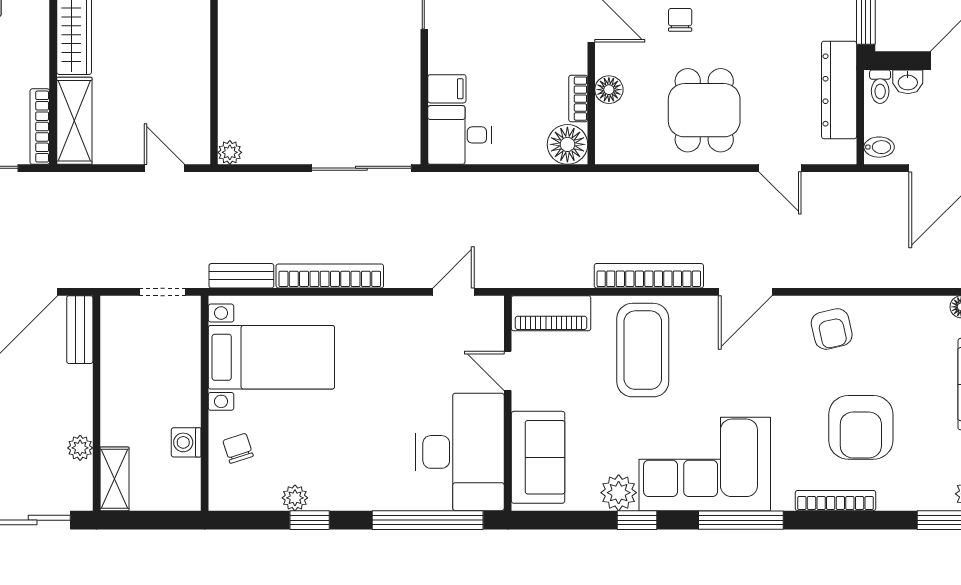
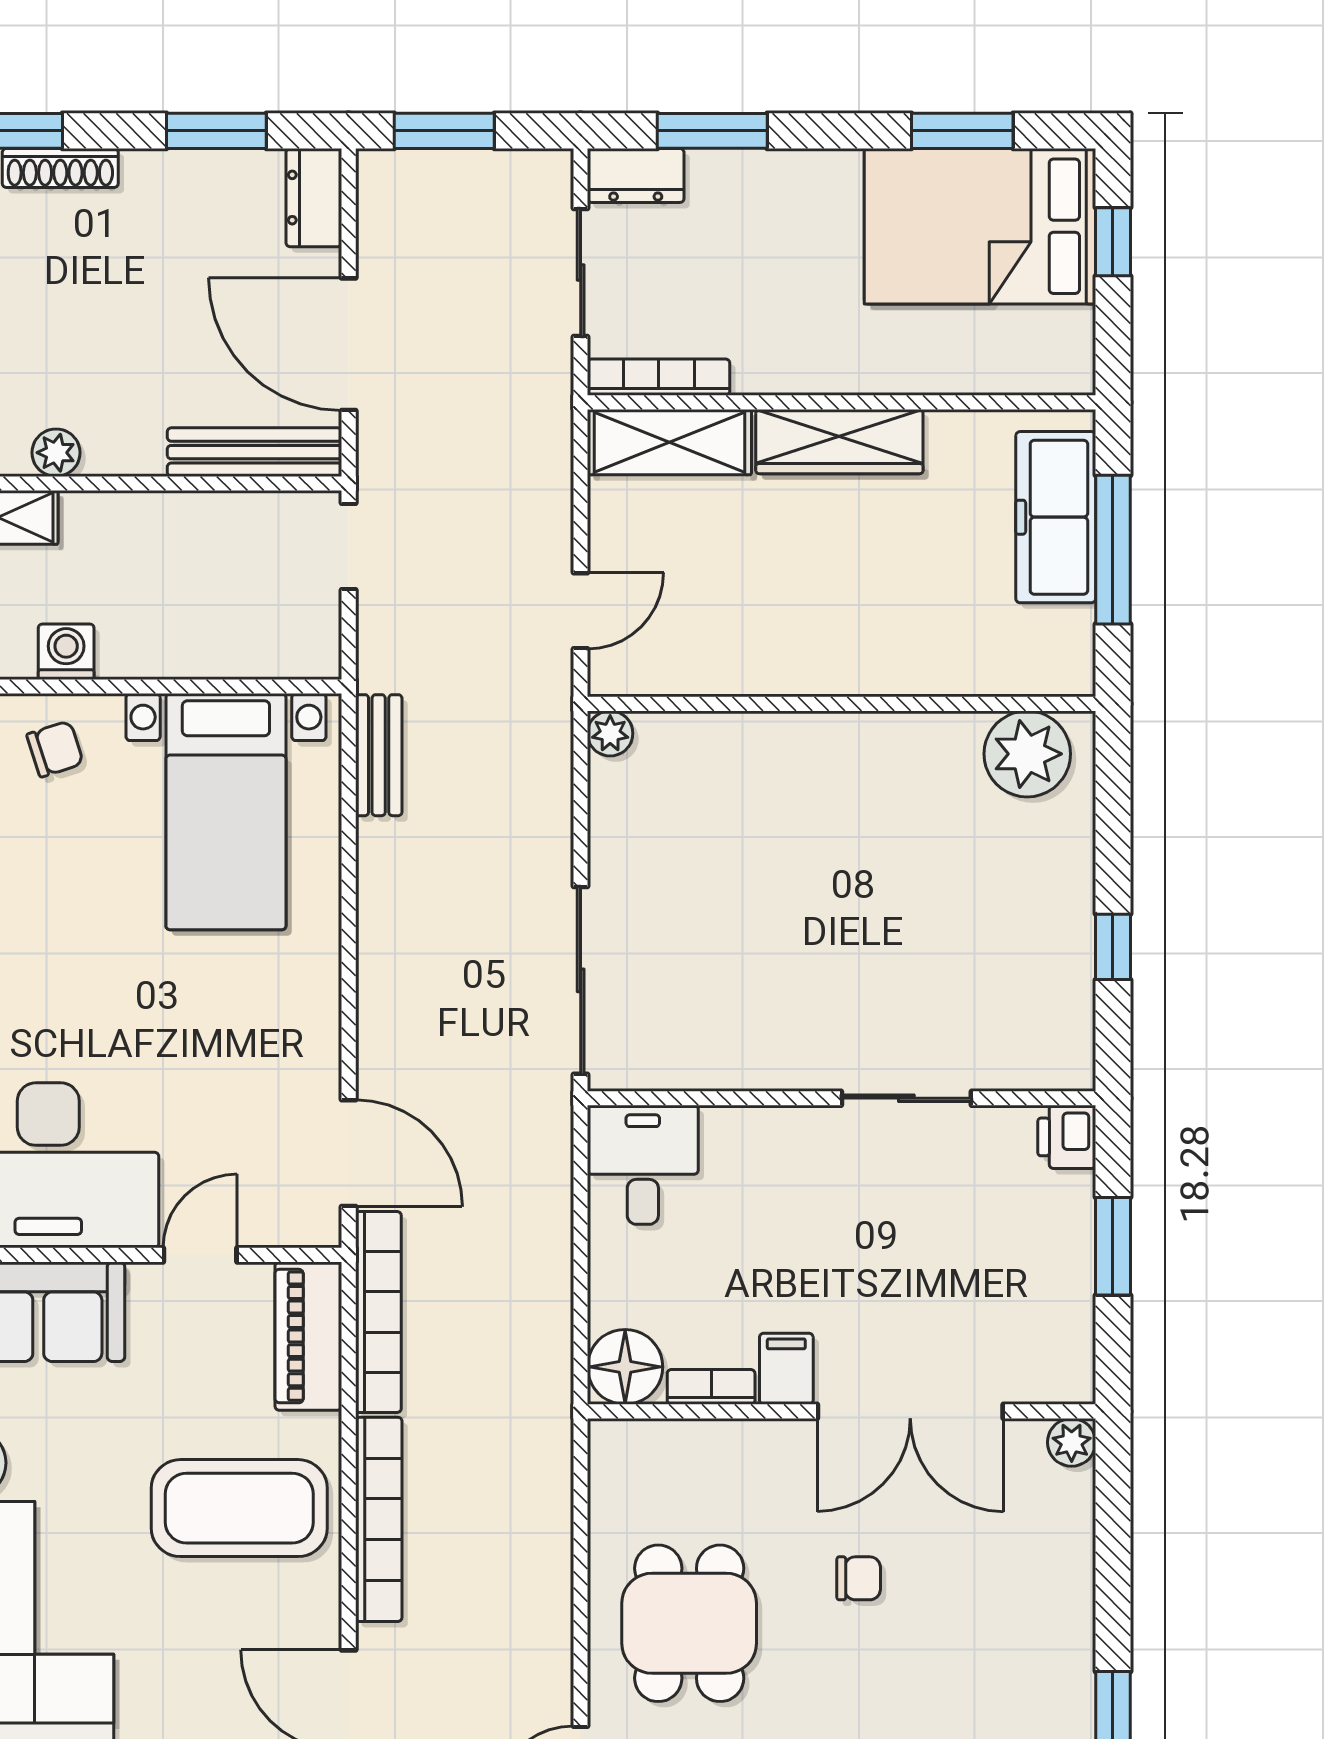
filing cabinet: (447, 89) -> (786, 1369), moved, turned 180
floor lamp: (609, 90) -> (728, 1445), removed
dining table: (704, 110) -> (689, 1623), turned 90
bookcase: (330, 276) -> (378, 1312), moved
doorway: (162, 292) -> (349, 547), moved
door: (454, 292) -> (349, 1153), width x1.38
bench: (80, 330) -> (254, 452), width x1.36

